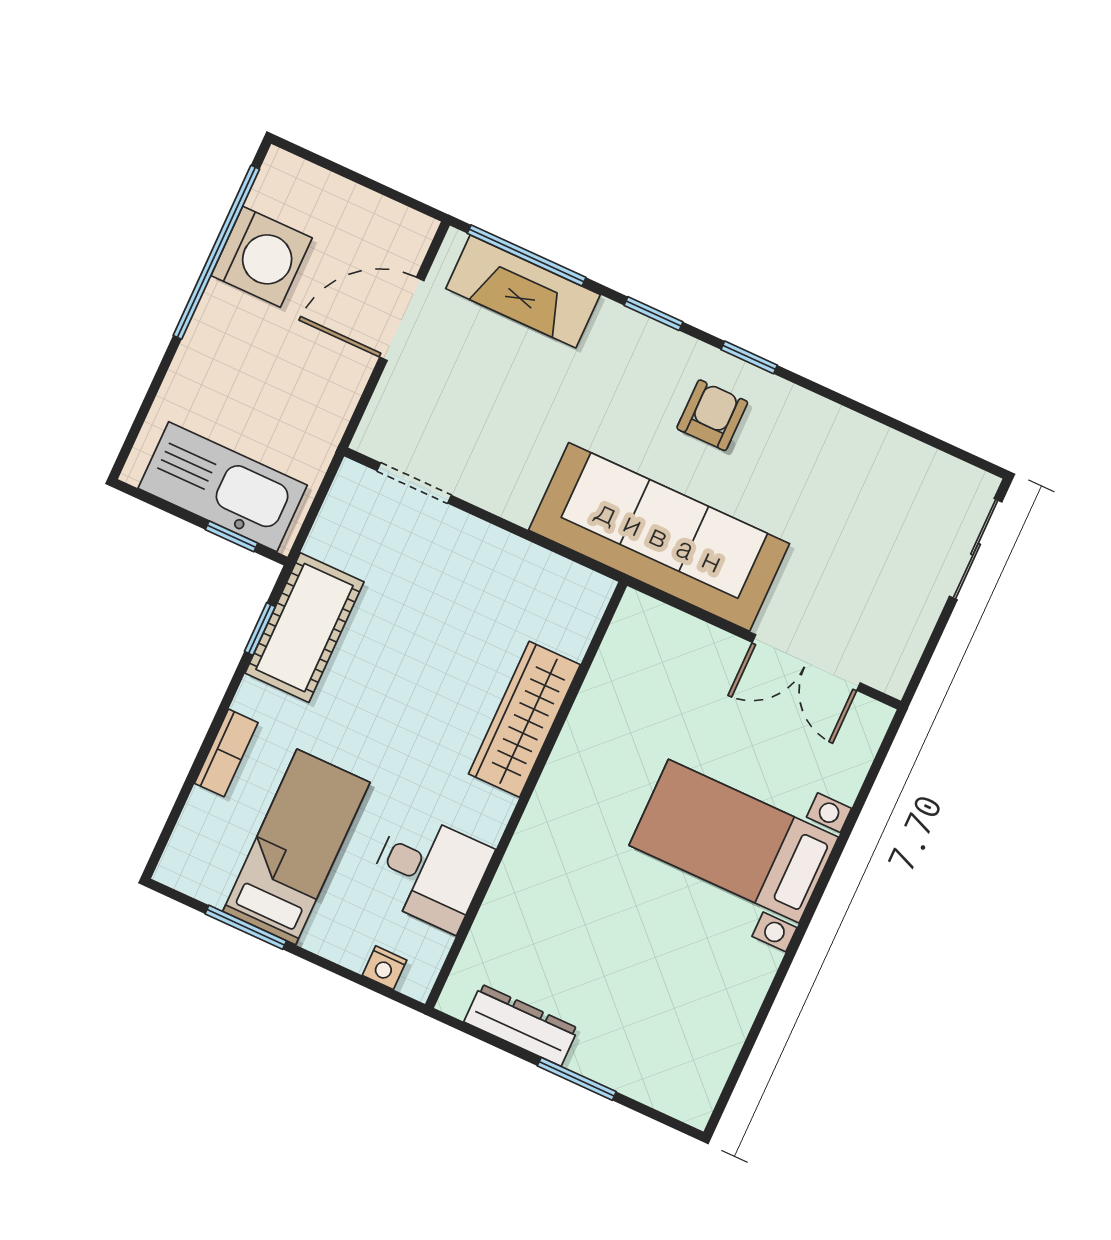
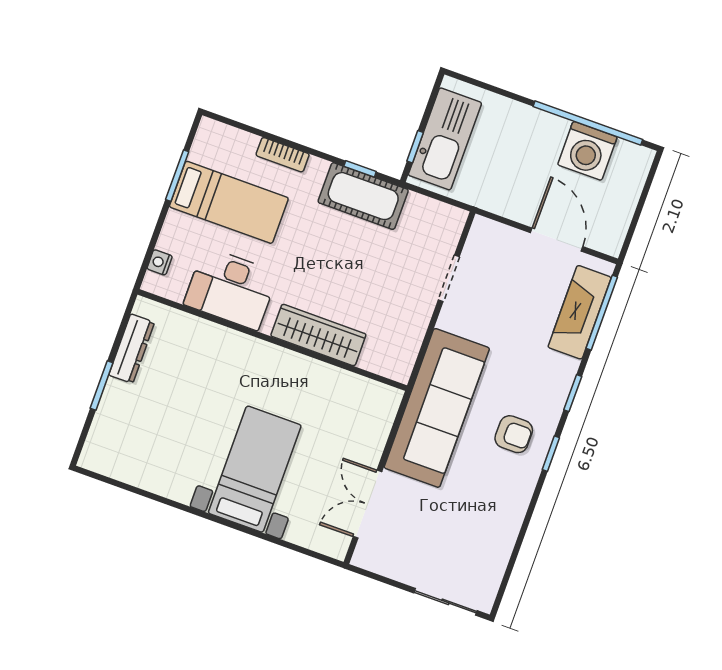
doorway: (414, 483) -> (449, 278), moved
desk: (430, 871) -> (231, 289), width x1.37

